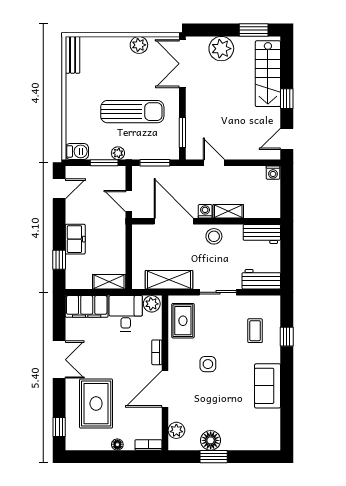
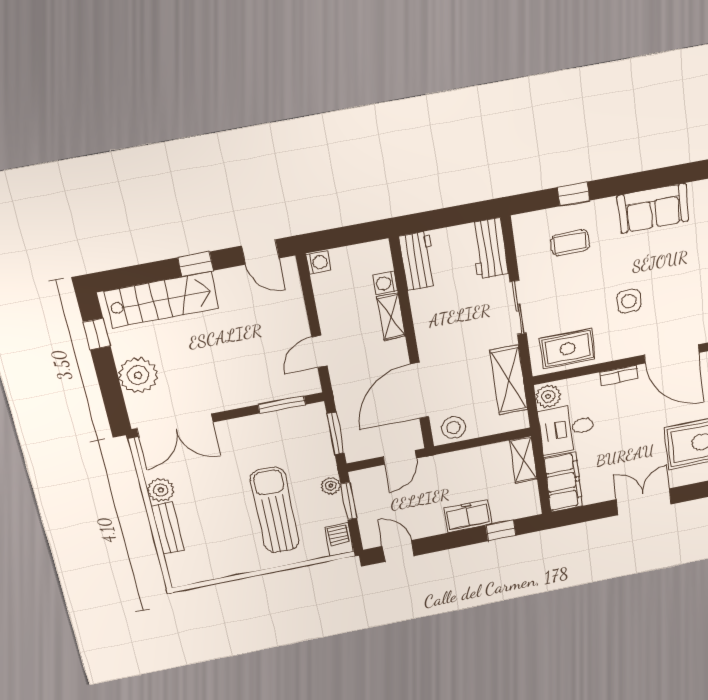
window: (254, 30) -> (97, 334), width x0.67
bench: (73, 55) -> (168, 528), moved, turned 90
sun lounger: (132, 112) -> (275, 510), moved
washing machine: (205, 211) -> (385, 283), moved
stool: (214, 236) -> (453, 428), moved

